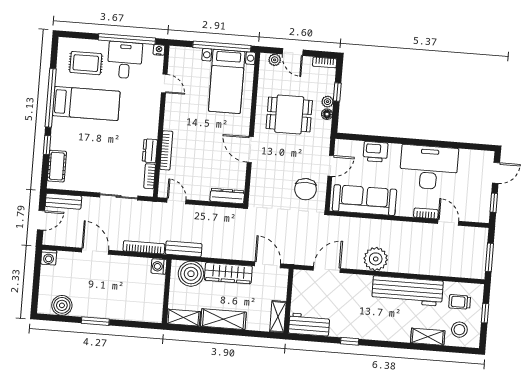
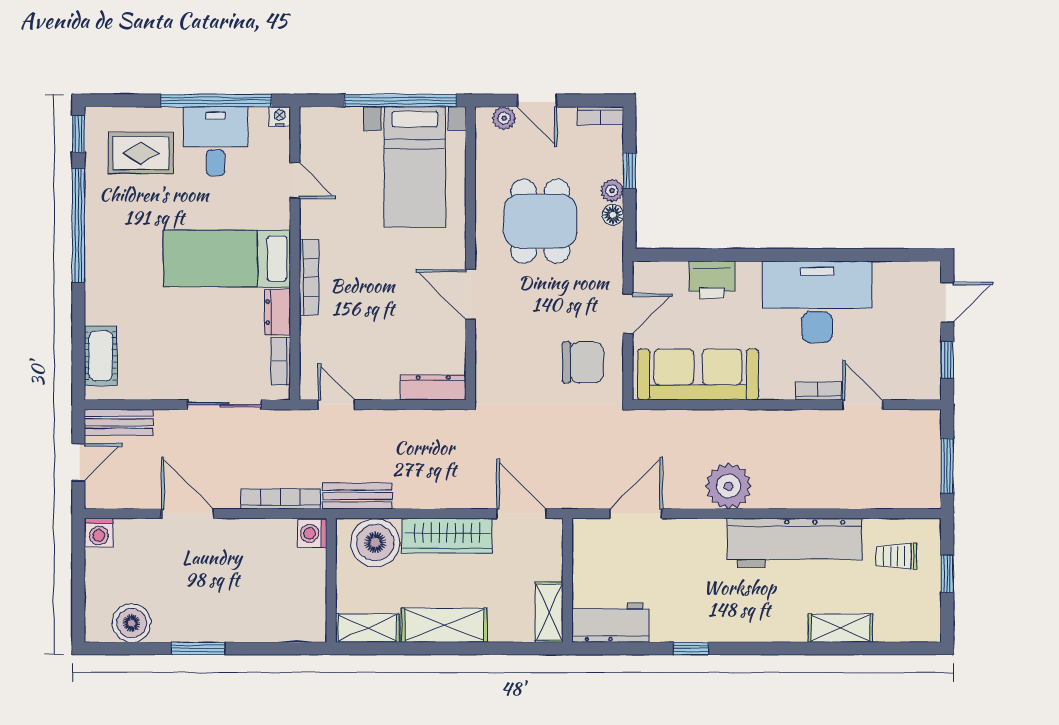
bed: (86, 103) -> (227, 258), moved, turned 180
dining table: (289, 114) -> (540, 221), turned 90
window: (47, 145) -> (78, 134), moved
bookcase: (166, 150) -> (309, 277), moved
chair: (306, 189) -> (583, 362), turned -90
stool: (459, 330) -> (900, 609), removed

